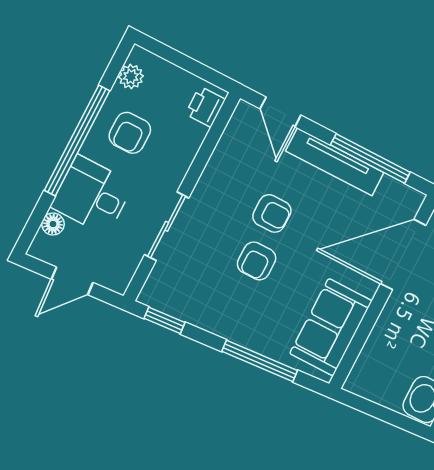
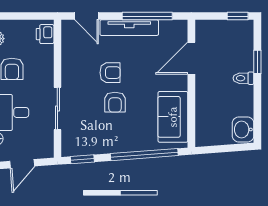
door: (403, 254) -> (191, 58), width x0.73
window: (260, 361) -> (144, 155), width x1.46

